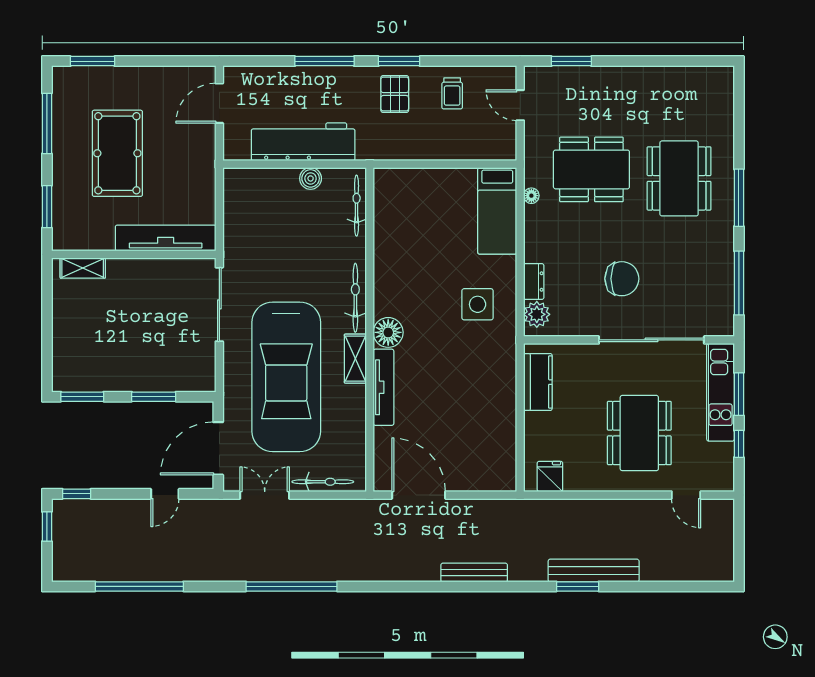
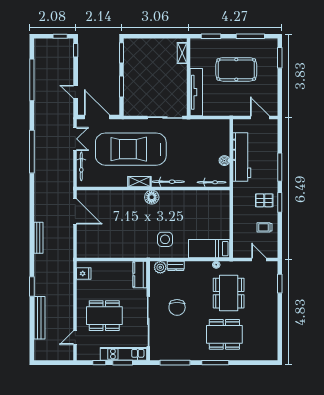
door: (520, 105) -> (259, 259), hinge flipped
kitchen counter: (538, 382) -> (140, 275), moved, turned 90
tv unit: (384, 387) -> (126, 195), removed
door: (419, 495) -> (75, 212), hinge flipped
bench: (594, 571) -> (39, 318), moved

